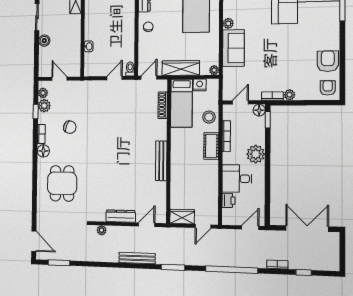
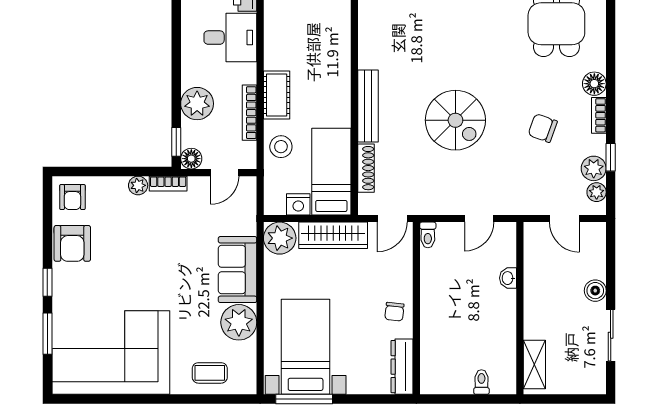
plant: (228, 23) -> (239, 322), width x1.88, depth x1.88
window: (342, 39) -> (47, 282), added
plant: (214, 70) -> (280, 238), width x1.88, depth x1.88
door: (114, 78) -> (479, 219), moved
spiral stairs: (115, 132) -> (455, 120), added
plant: (256, 154) -> (197, 104), moved
bench: (161, 161) -> (368, 106), moved

